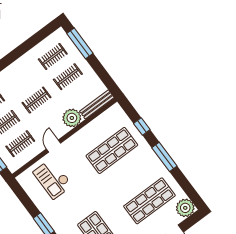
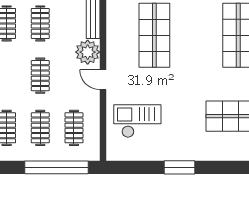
door: (54, 146) -> (103, 80), moved
checkout: (53, 179) -> (137, 121), turned 180

